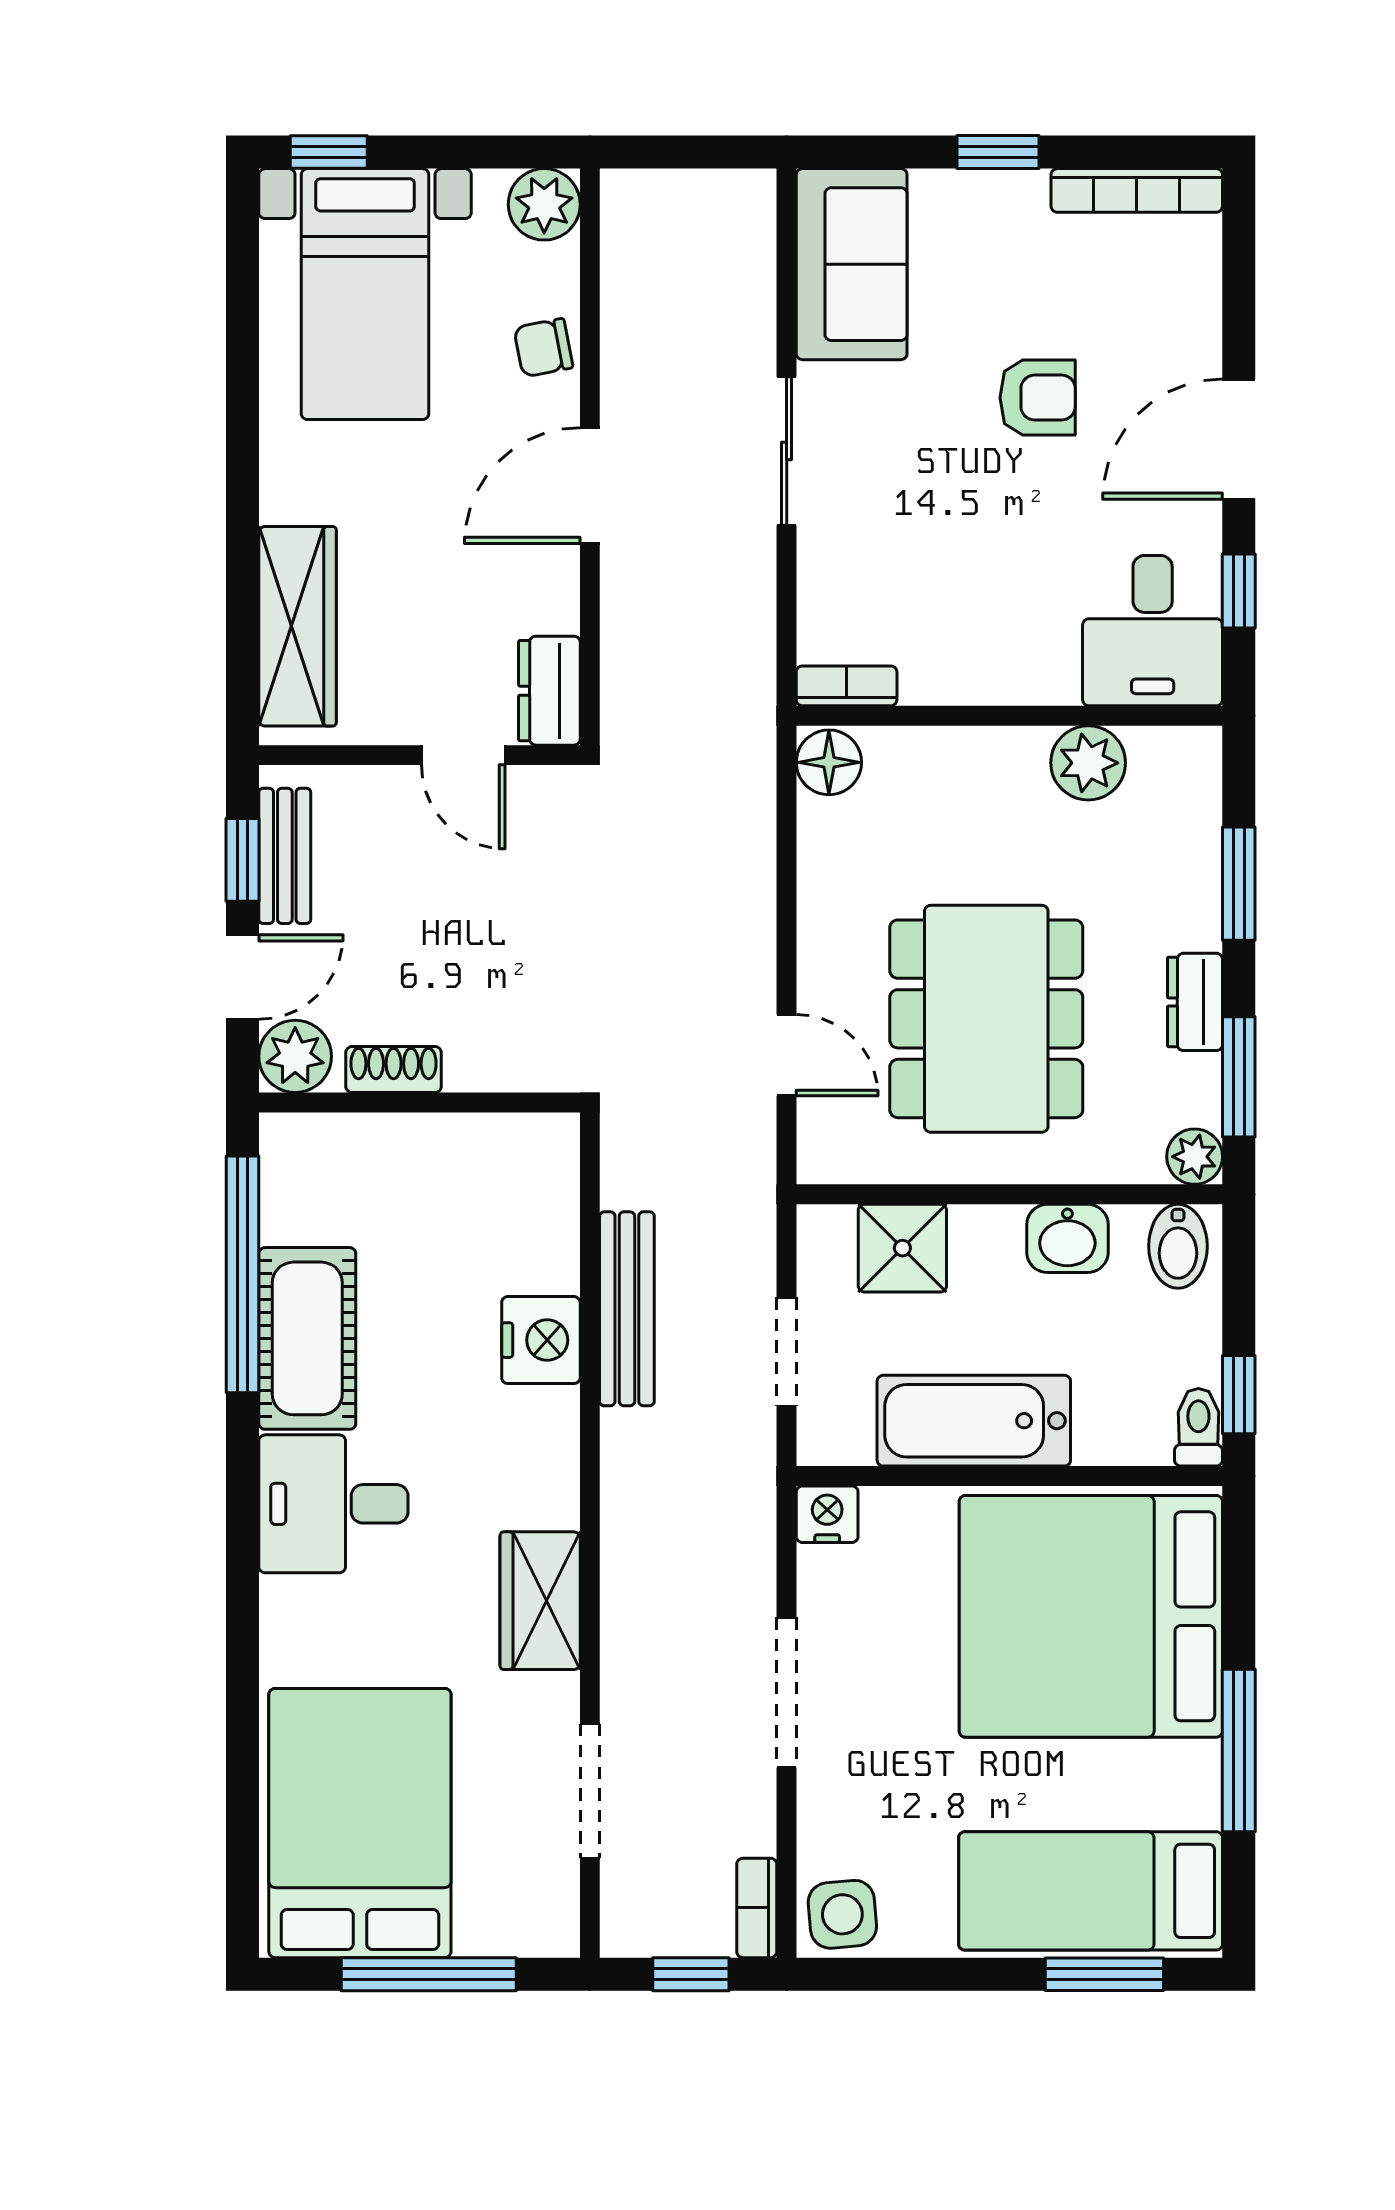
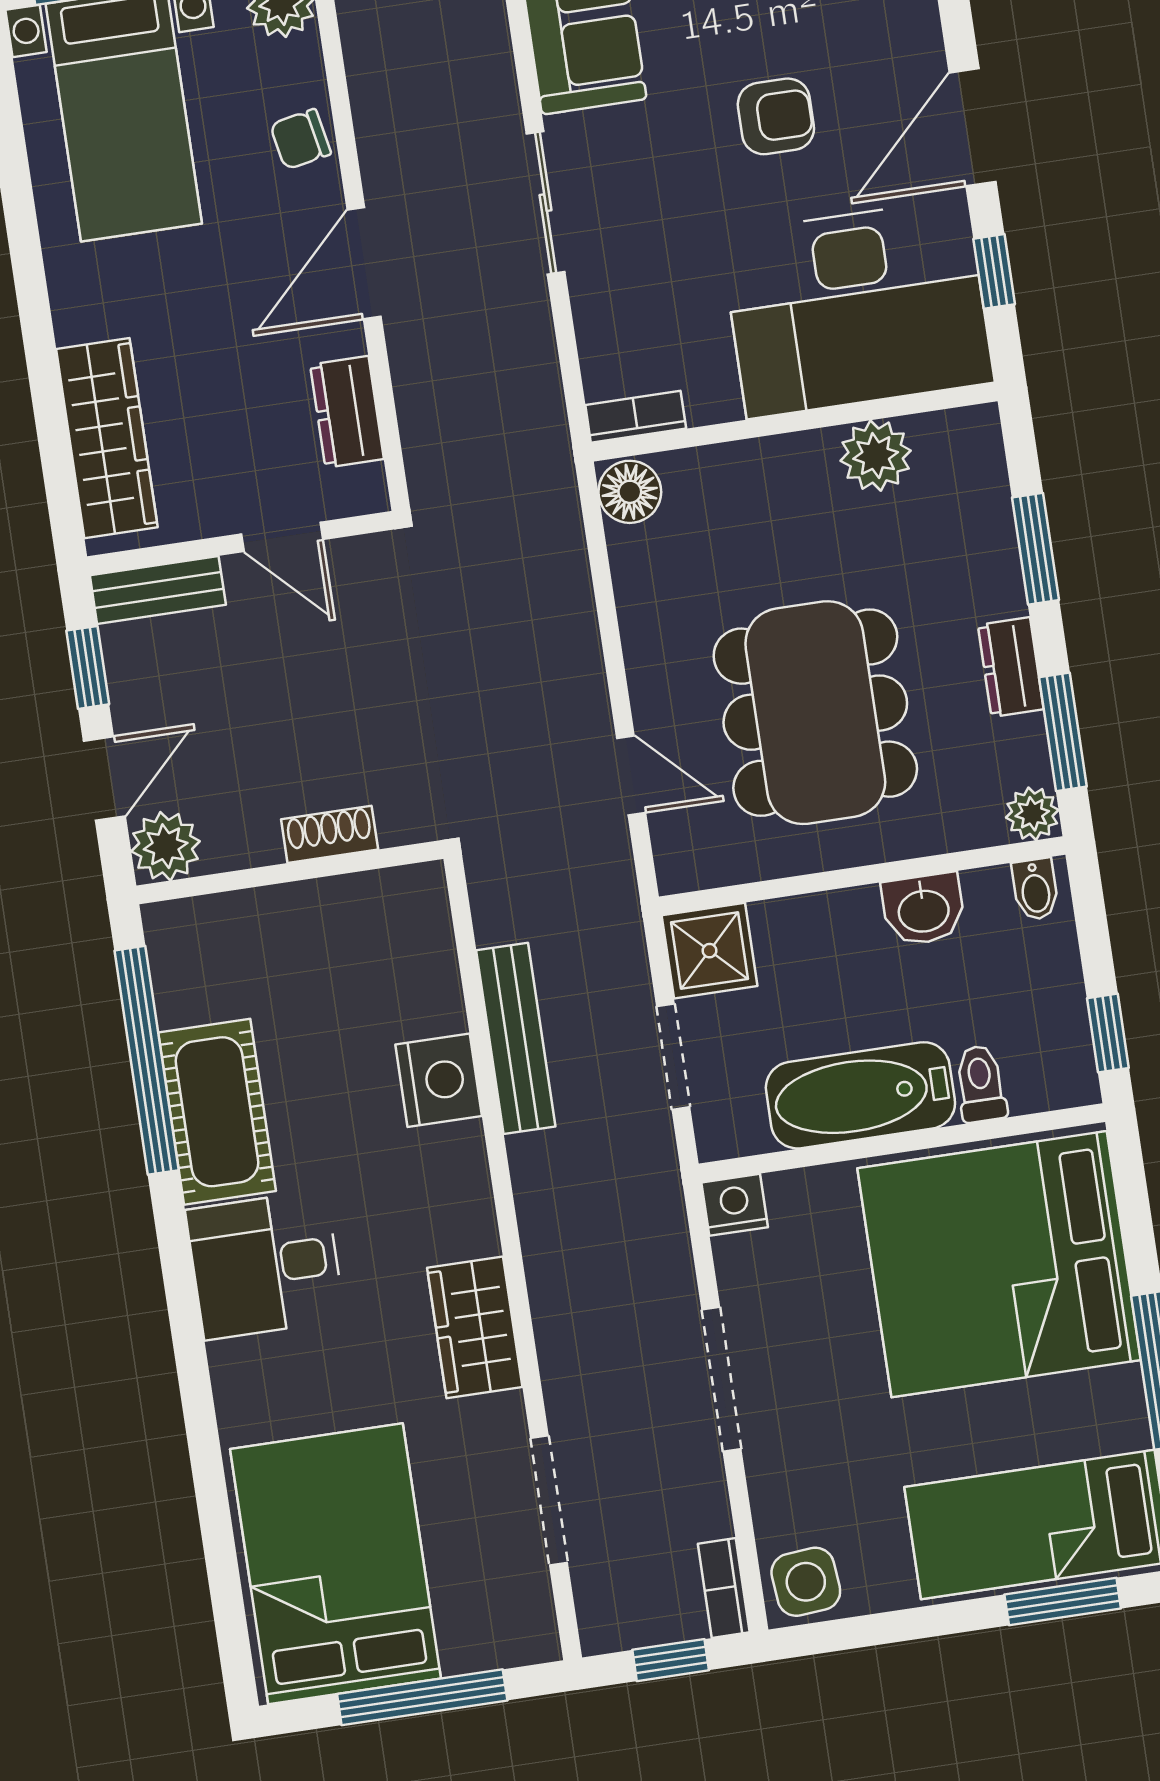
desk: (1153, 631) -> (857, 308), width x1.87, depth x1.30
dresser: (549, 691) -> (347, 412), moved
bench: (285, 856) -> (158, 590), moved, turned 90
shoe rack: (394, 1070) -> (330, 834), moved
bidet: (1178, 1246) -> (1035, 889), width x0.72, depth x0.74
shower: (902, 1248) -> (709, 951), moved
toilet: (1198, 1427) -> (981, 1084), moved

